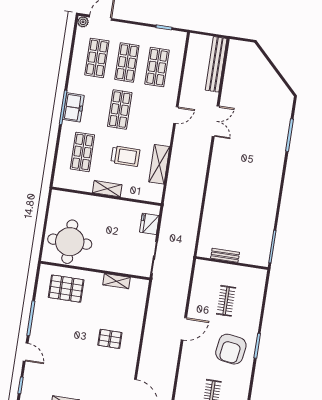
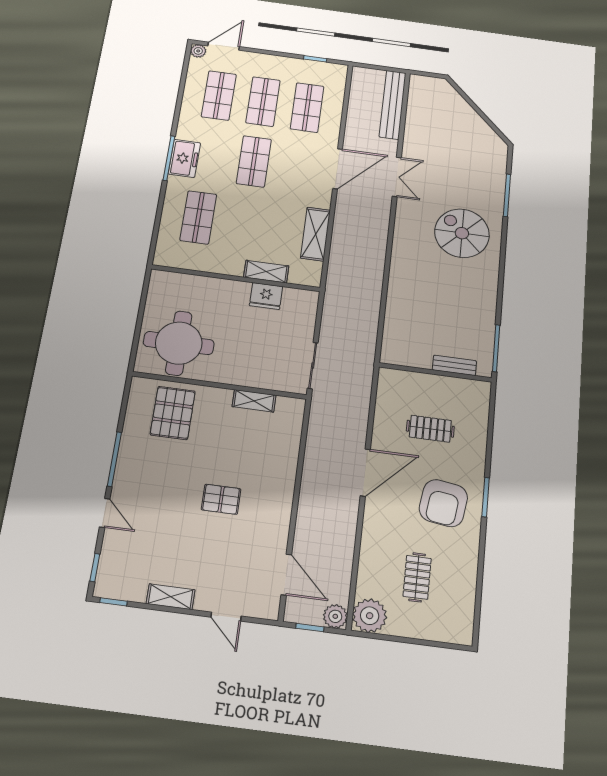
door: (176, 115) -> (338, 169), width x1.88
trolley: (125, 156) -> (264, 223), removed
spiral stairs: (257, 164) -> (462, 233), added
shelving: (107, 189) -> (266, 272), moved
fridge: (149, 224) -> (266, 296), moved, turned -90
bench: (225, 255) -> (454, 365), moved
pallet: (66, 289) -> (173, 413), turned 90
clothes rail: (226, 301) -> (430, 429), turned 90
door: (184, 329) -> (365, 472), width x1.36
pallet: (110, 339) -> (221, 499), moved

